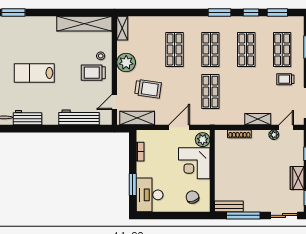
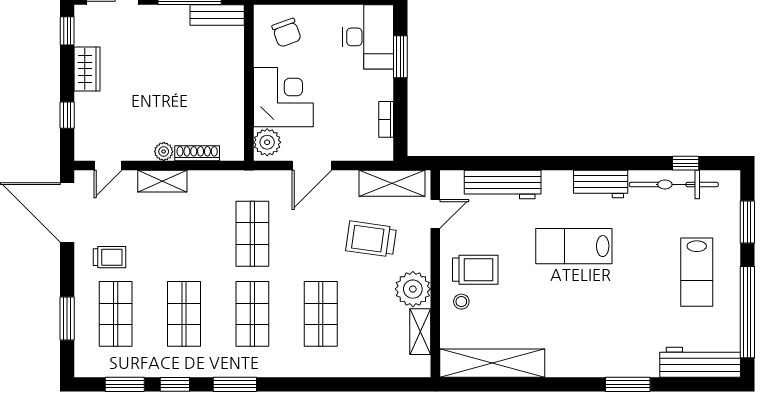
shelving: (122, 28) -> (420, 332), moved
lab bench: (34, 73) -> (574, 246), moved, turned 180
plant: (274, 135) -> (164, 151), moved

